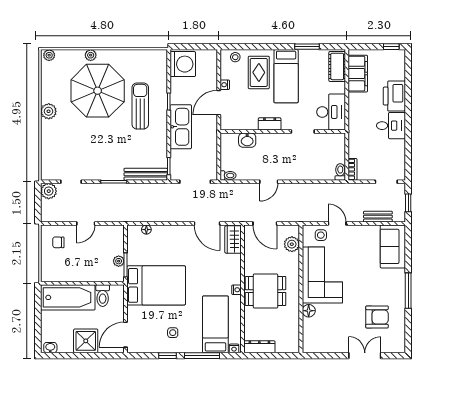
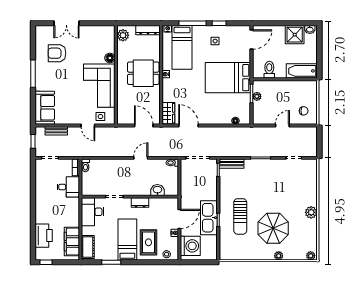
washing machine: (183, 64) -> (190, 246), moved, turned 180
parasol: (98, 91) -> (273, 228), width x0.73, depth x0.73
printer: (394, 96) -> (44, 236), moved
desk: (391, 126) -> (68, 187), moved, turned 180
kitchen sink: (181, 127) -> (209, 218), moved
bench: (146, 174) -> (232, 164), width x0.73
plant: (49, 191) -> (311, 151), removed
plant: (292, 244) -> (123, 35), moved
bathtub: (68, 297) -> (302, 71), width x0.73, depth x0.73
shower: (86, 341) -> (295, 35), moved

